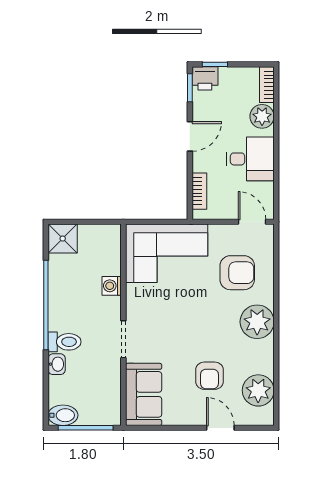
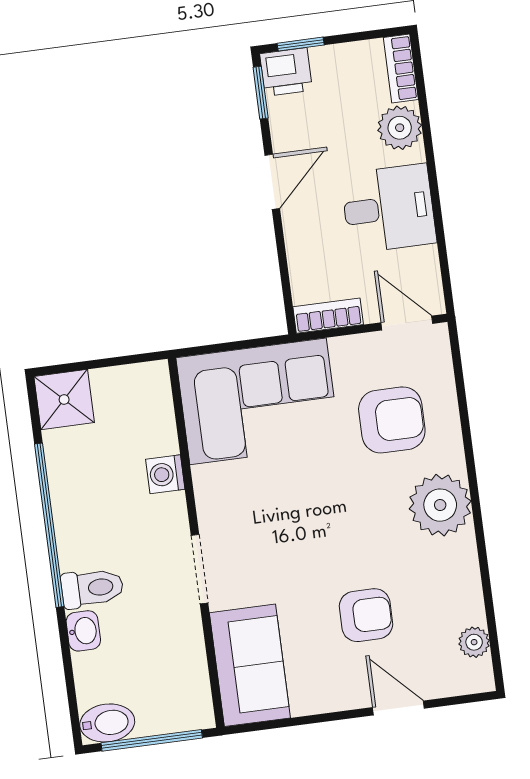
bookcase: (199, 191) -> (328, 316), moved, turned -90
armchair: (209, 376) -> (366, 615), turned -90
plant: (258, 390) -> (474, 642), width x0.53, depth x0.53

